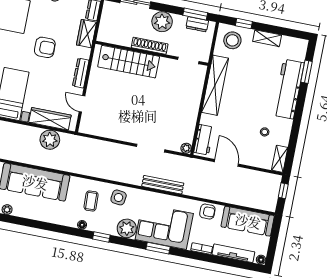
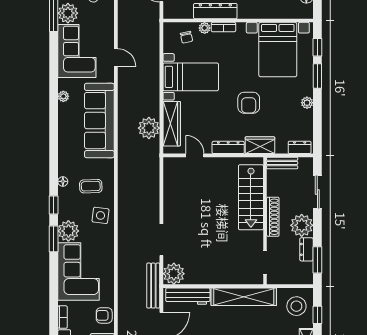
dresser: (197, 24) -> (306, 249), moved
bench: (104, 28) -> (282, 163), added
wardrobe: (86, 34) -> (260, 145), moved
door: (82, 104) -> (195, 155), hinge flipped
workbench: (204, 140) -> (188, 296), width x1.38
plant: (186, 148) -> (174, 274), width x1.87, depth x1.87
bench: (163, 185) -> (153, 286), moved
armchair: (207, 212) -> (104, 315), turned 90
window: (158, 248) -> (54, 239), moved

